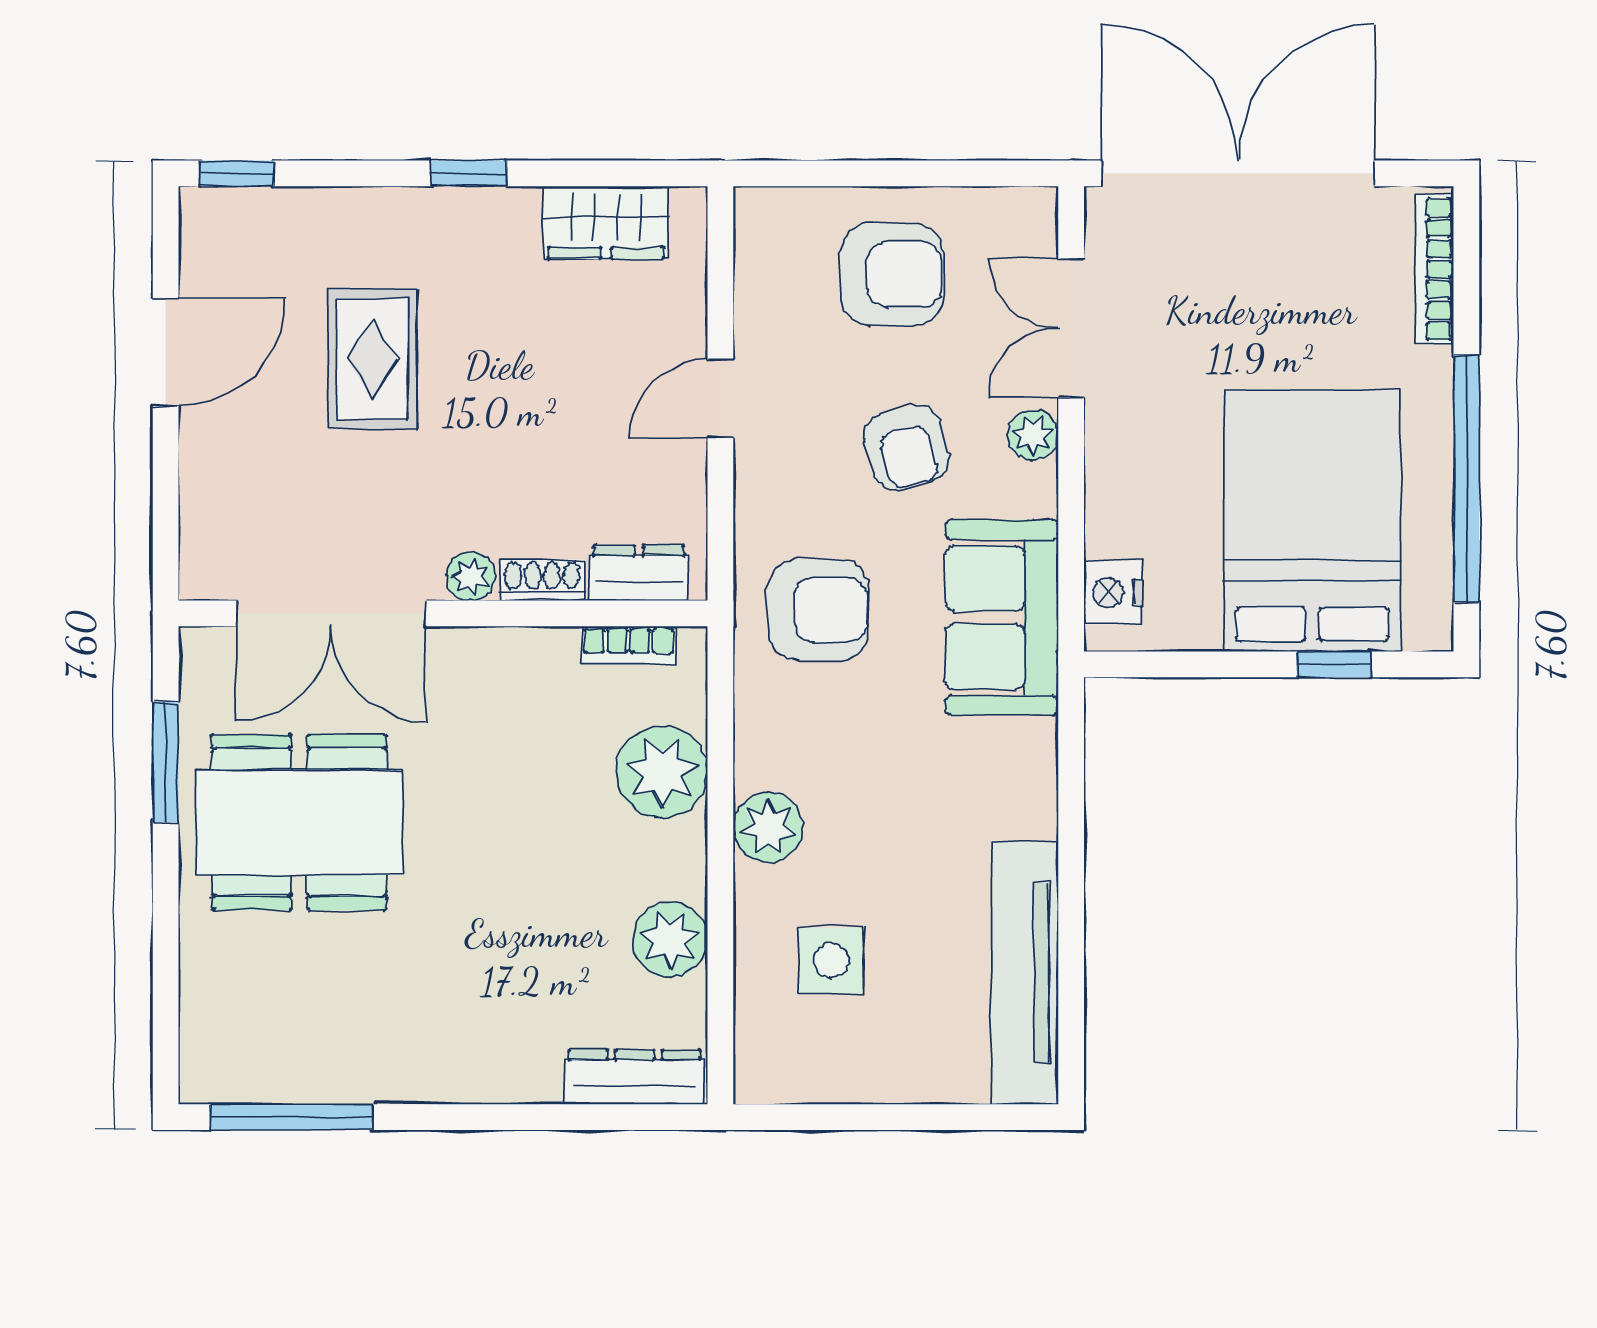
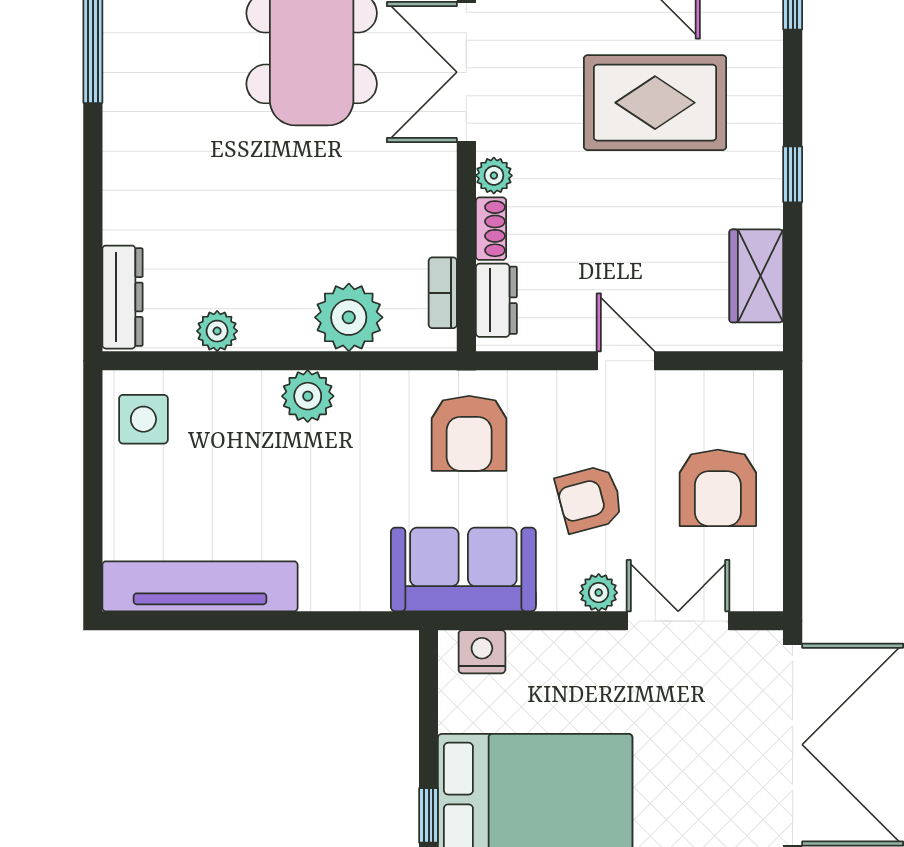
rug: (372, 359) -> (655, 103), width x1.36, depth x1.43
plant: (670, 939) -> (217, 331), width x0.73, depth x0.73
side table: (831, 961) -> (143, 419), moved

